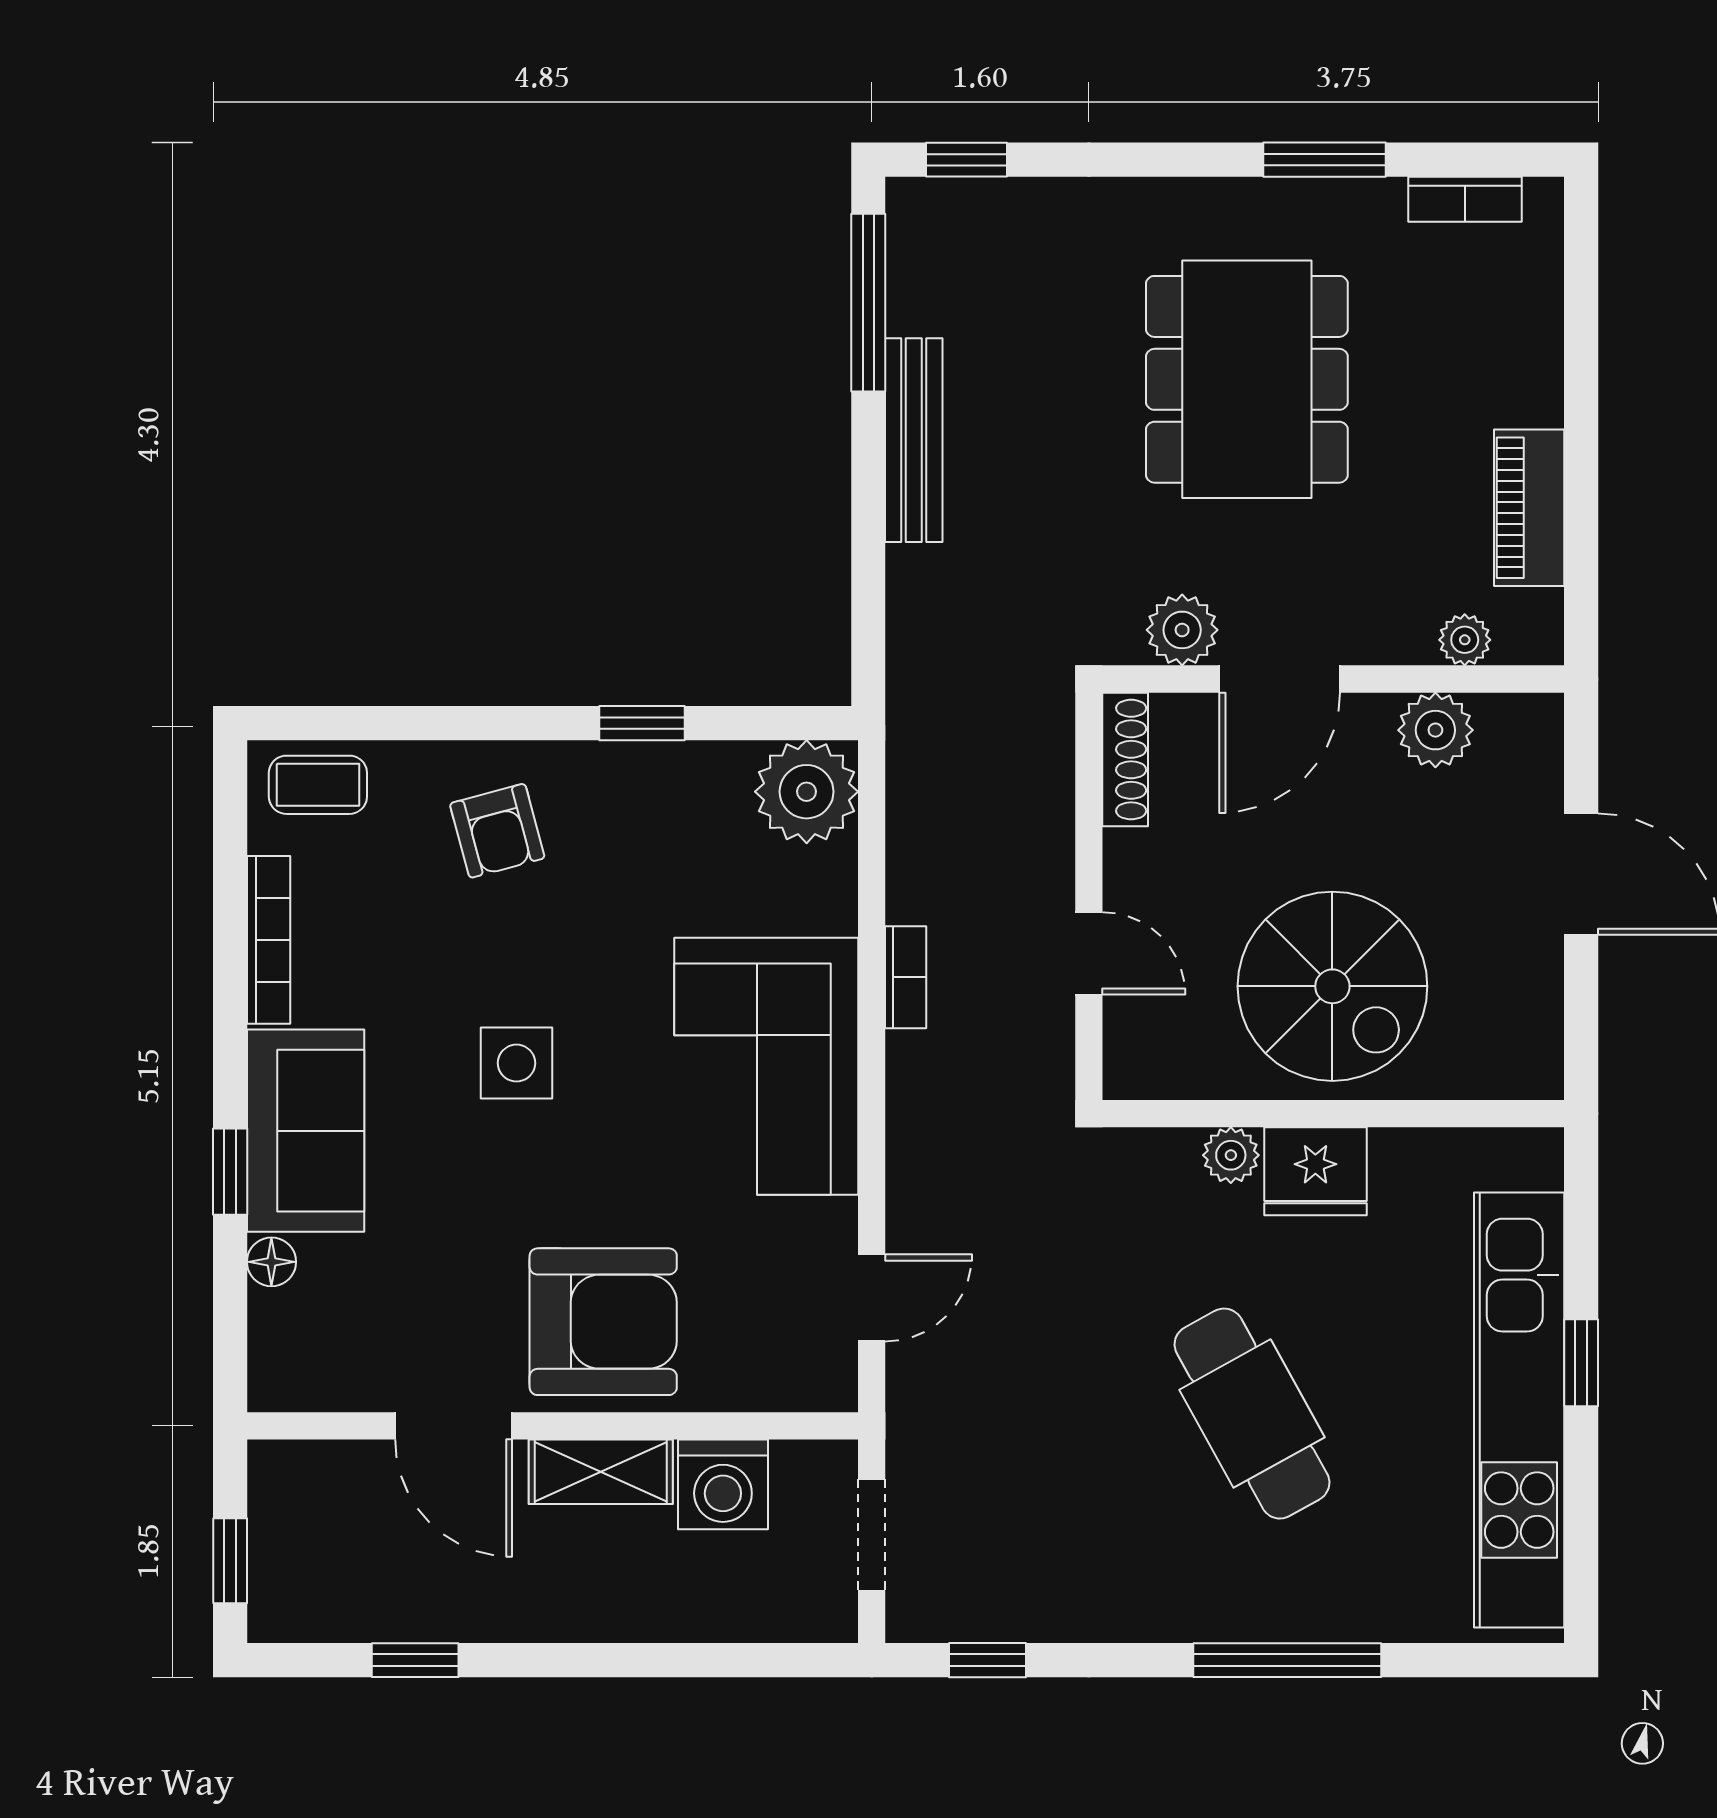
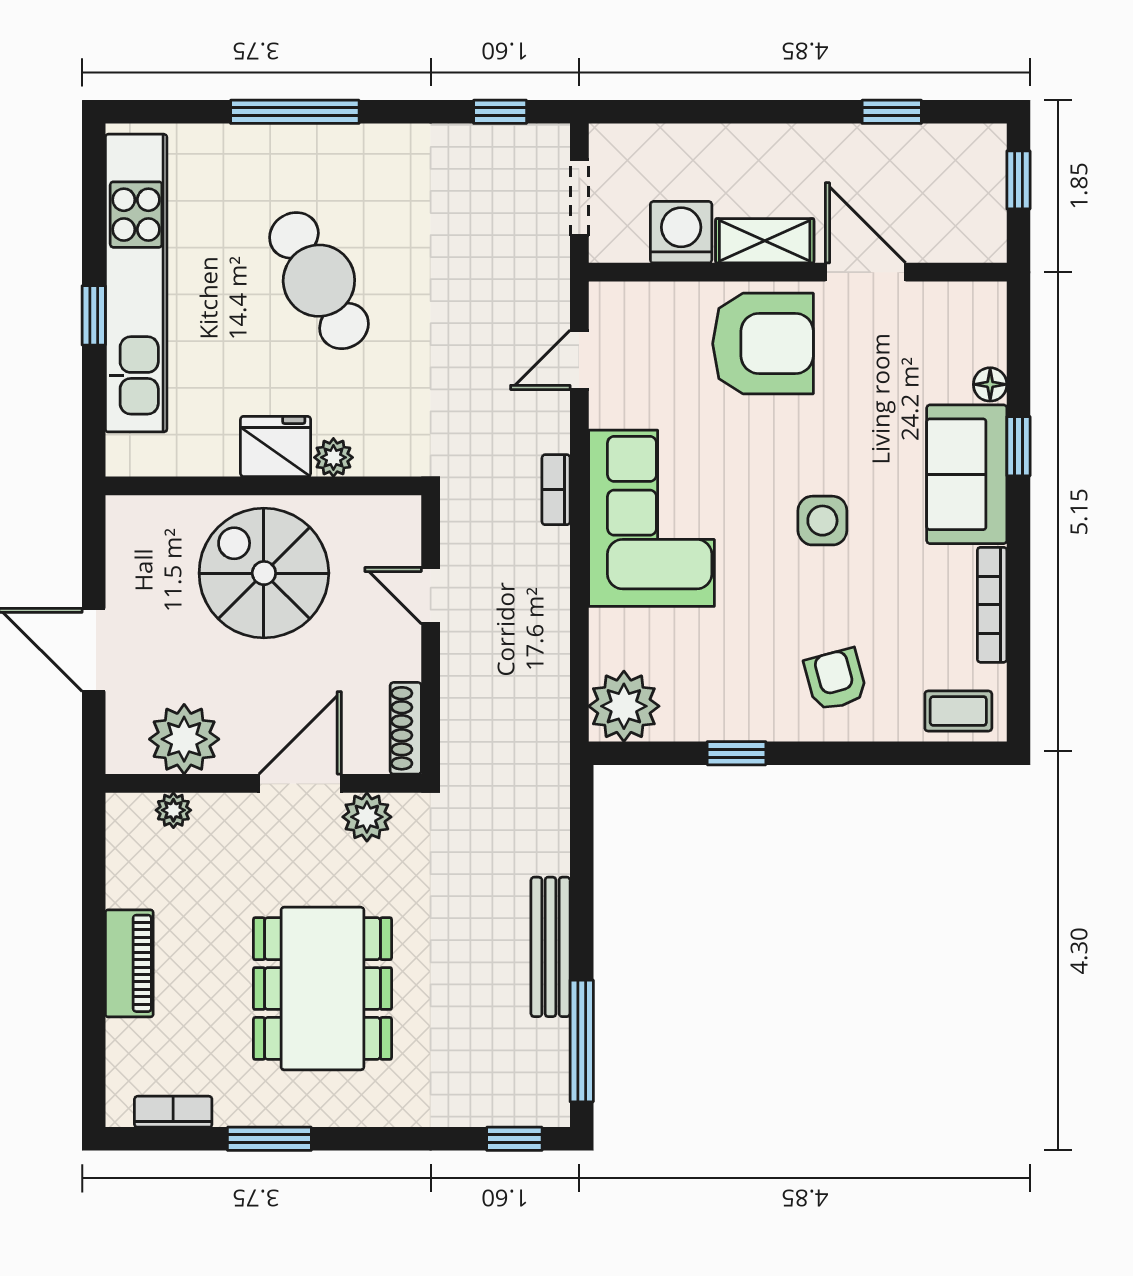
piano: (1529, 508) -> (129, 963), moved
plant: (1435, 730) -> (184, 739), width x1.36, depth x1.36
bookcase: (906, 977) -> (556, 490), moved
armchair: (603, 1322) -> (763, 344), turned 180

